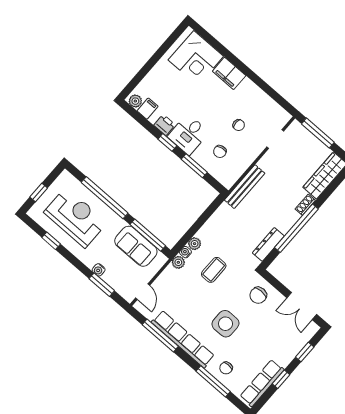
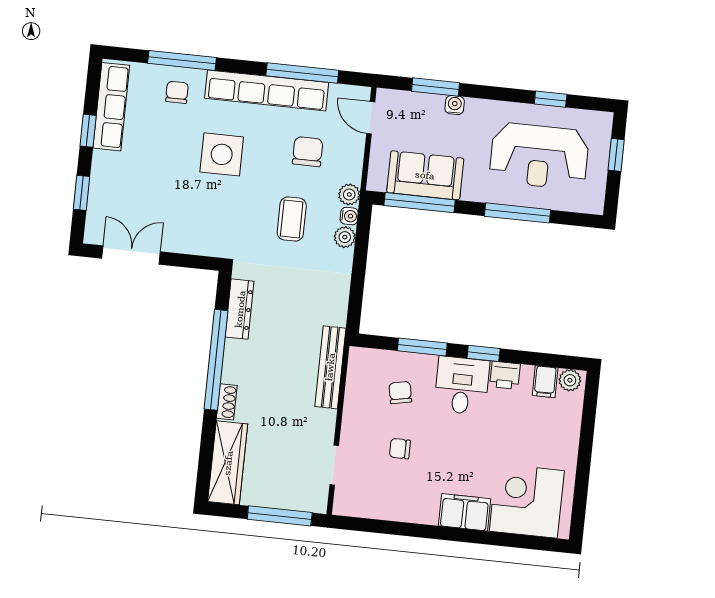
window: (105, 198) -> (518, 213), width x0.68
chair: (258, 295) -> (308, 152), moved

